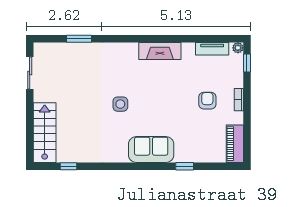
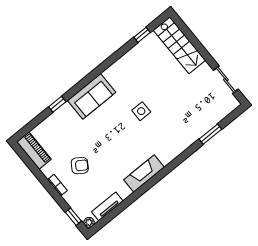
armchair: (207, 101) -> (80, 166), turned -57

